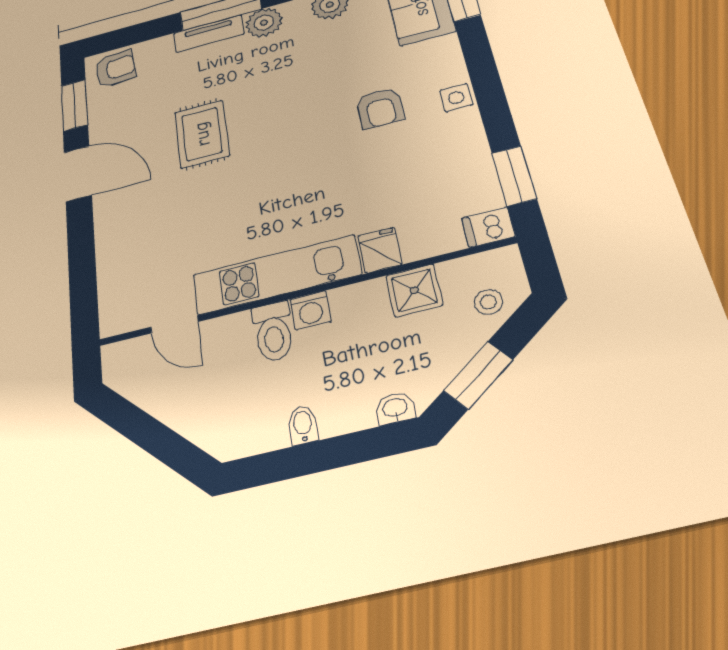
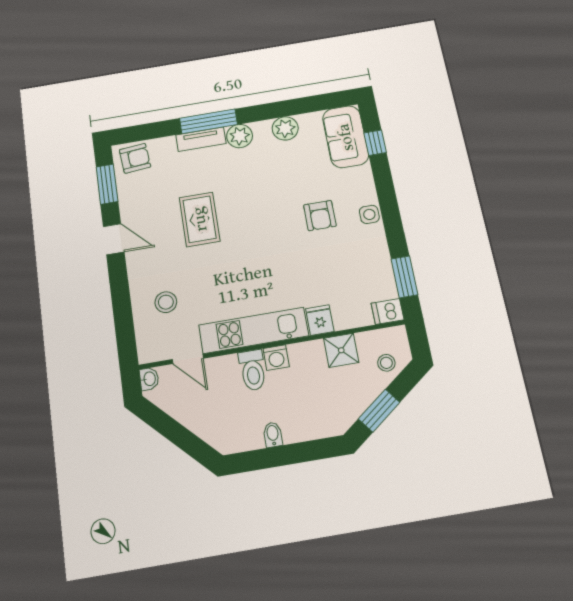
door: (78, 174) -> (114, 239), width x0.73
stool: (146, 249) -> (166, 302), added
washbasin: (395, 408) -> (149, 379), moved, turned 90

